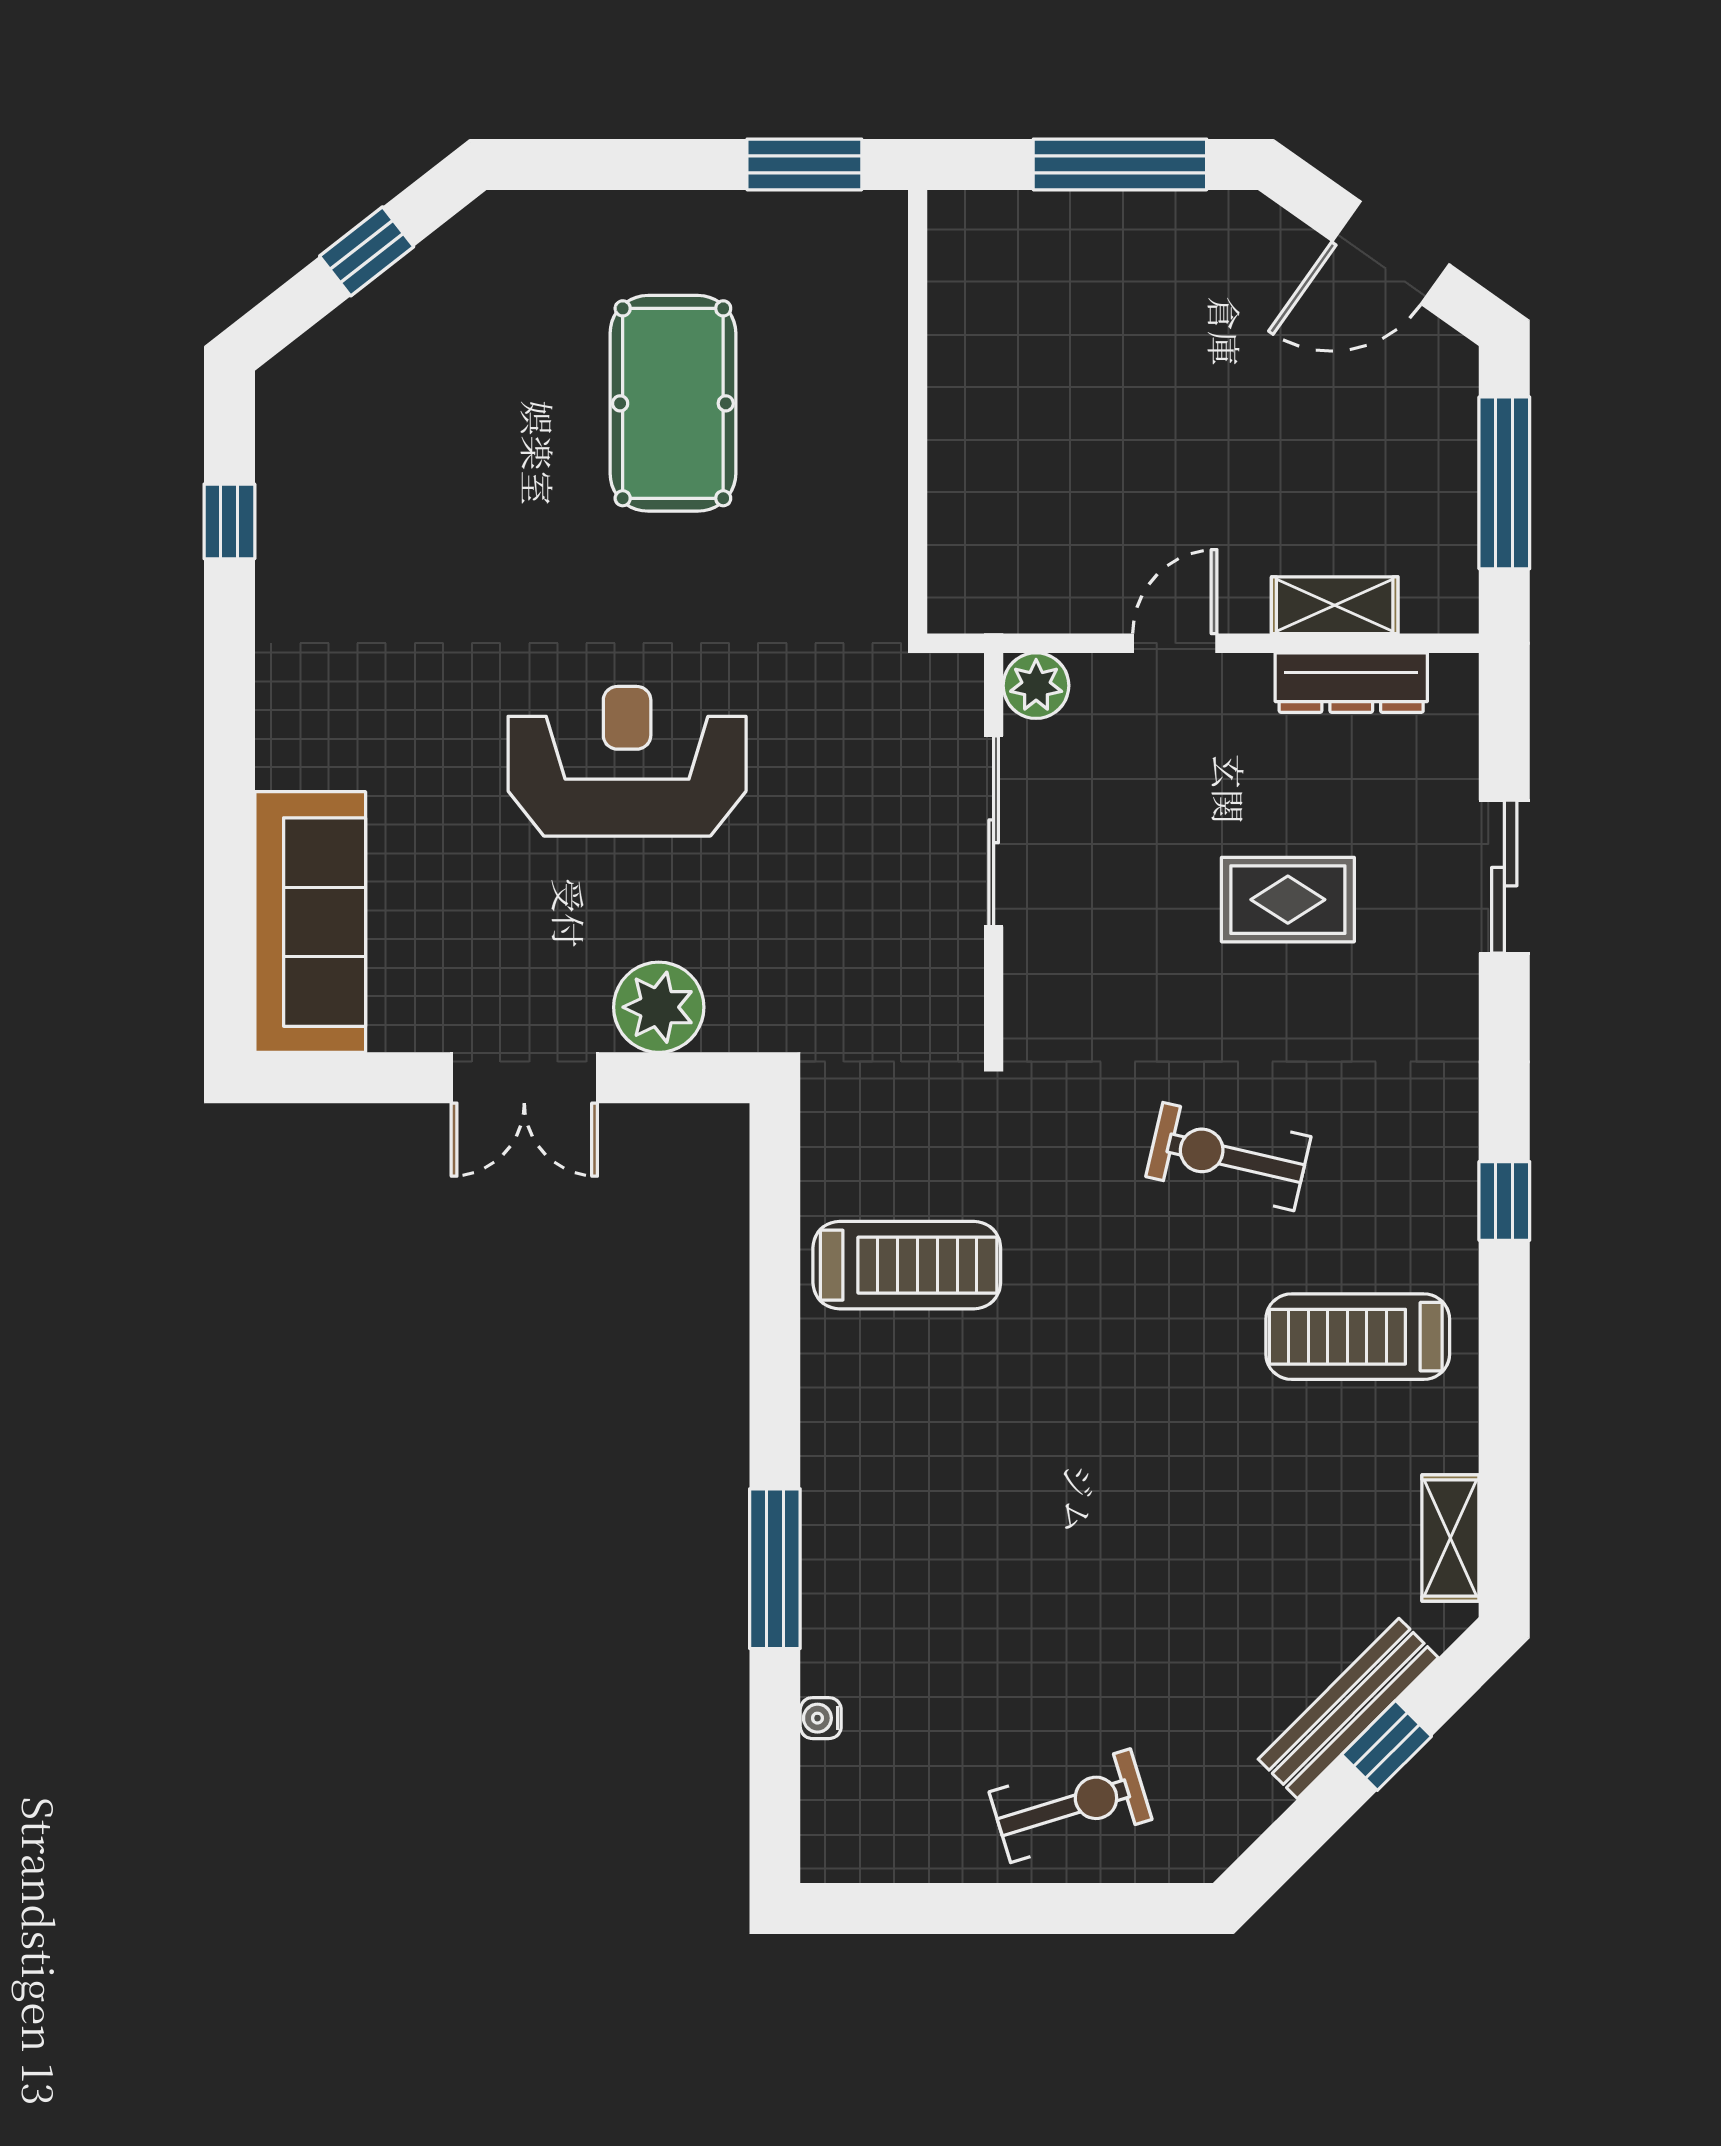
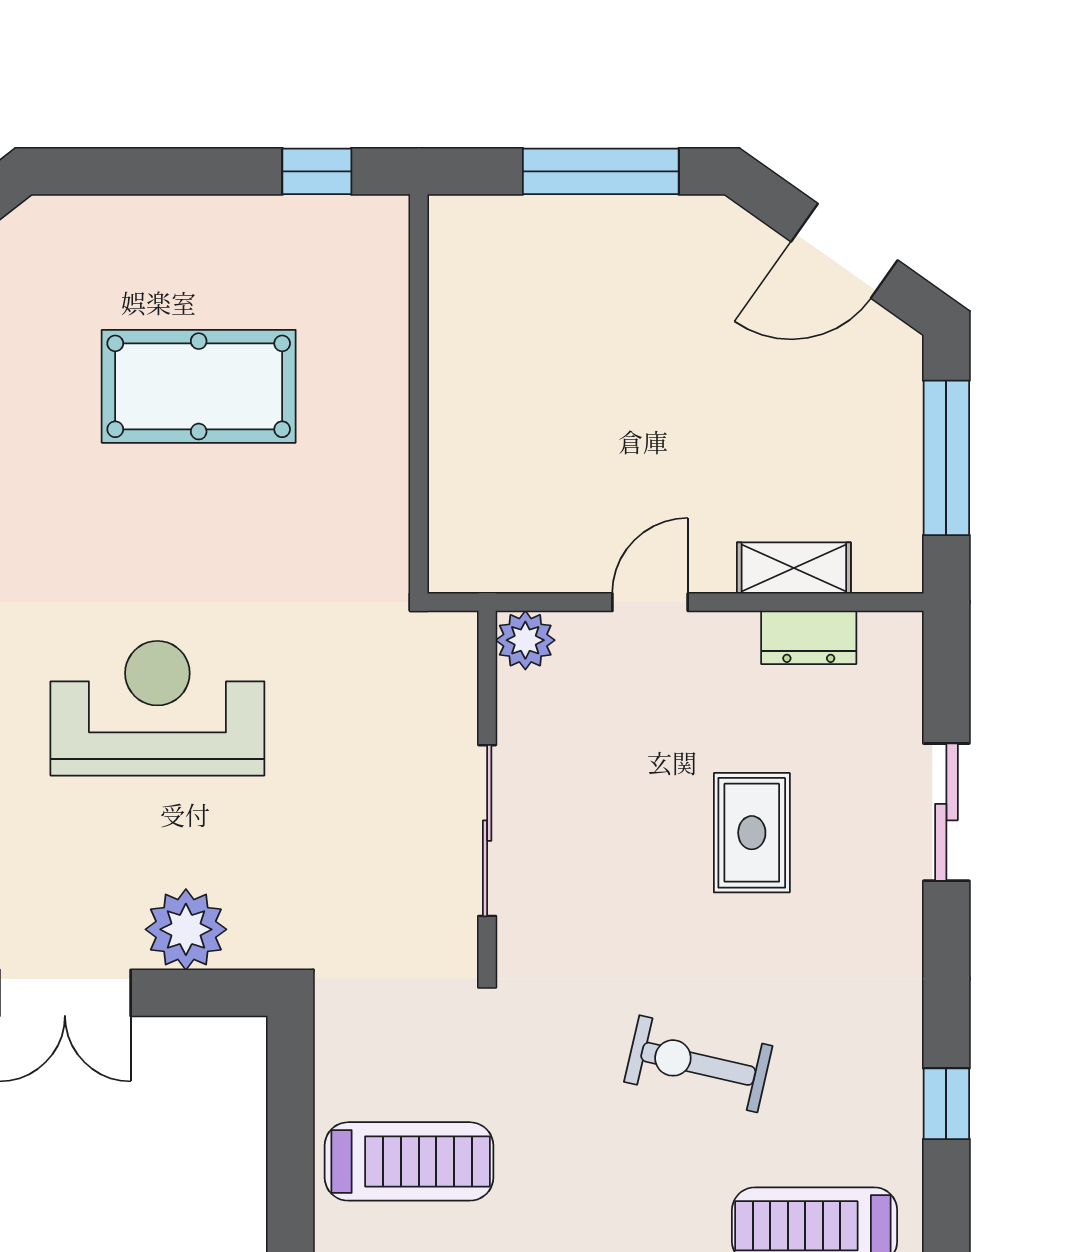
window: (804, 164) -> (317, 171), width x0.67
pool table: (673, 403) -> (199, 386), turned 90
dresser: (1351, 683) -> (809, 637), width x0.70
sliding door: (994, 831) -> (487, 831), moved
rug: (1288, 900) -> (752, 833), turned 90

